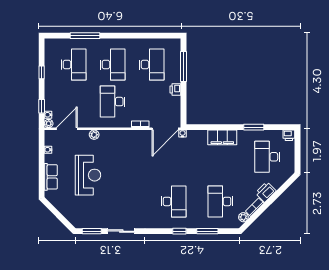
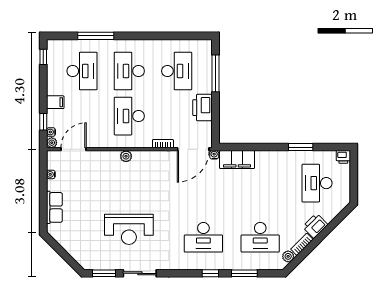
desk: (113, 65) -> (129, 71), turned 180
window: (42, 72) -> (43, 57), moved
printer: (175, 89) -> (202, 108), width x1.87, depth x1.48
filing cabinet: (52, 90) -> (55, 102), added
plant: (94, 135) -> (126, 156), moved
filing cabinet: (222, 137) -> (237, 160), moved
reception desk: (88, 175) -> (129, 229), moved, turned 90
desk: (174, 201) -> (203, 237), turned 90
desk: (220, 201) -> (260, 237), turned -90

